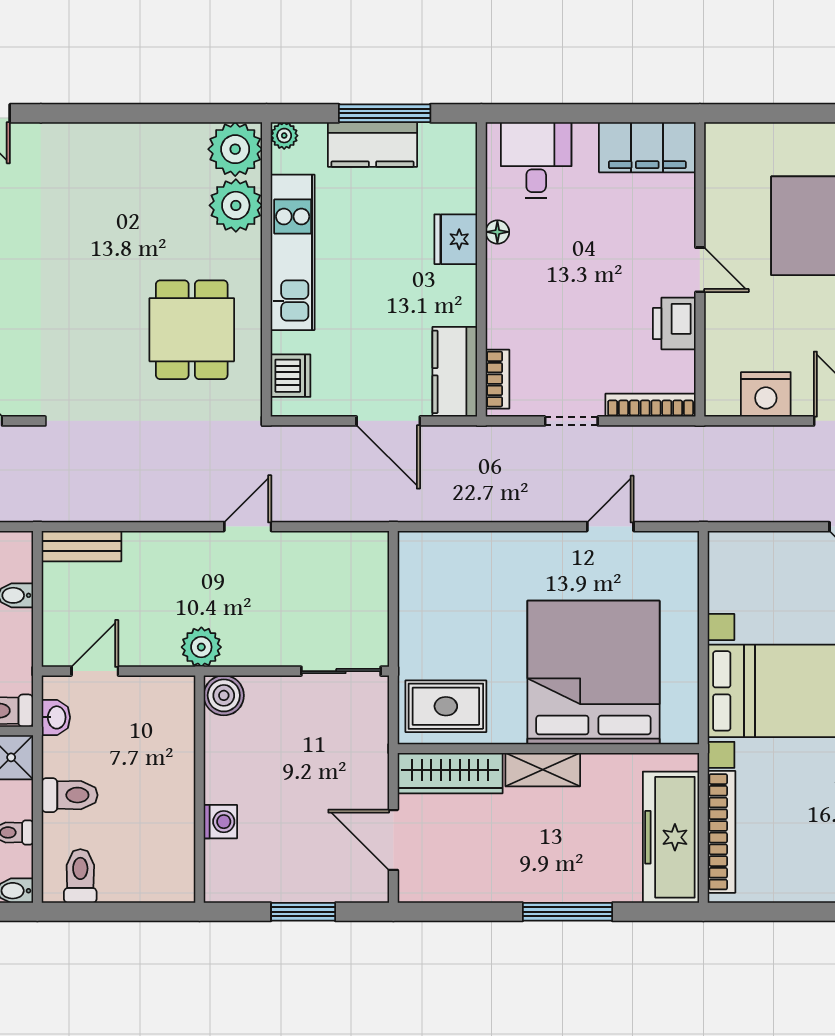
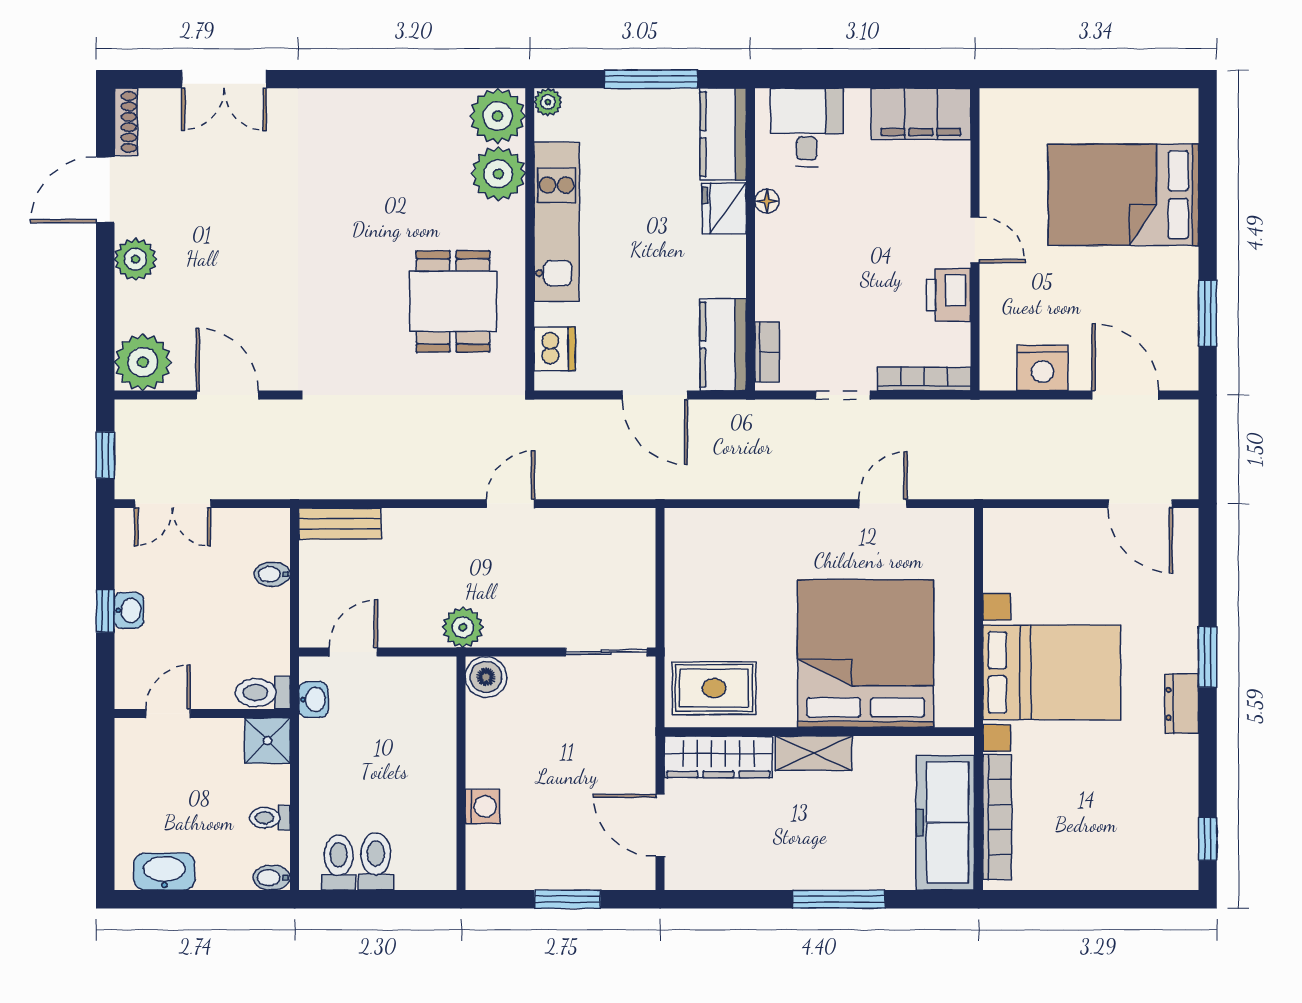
kitchen counter: (372, 144) -> (723, 134), moved, turned 90
toilet: (70, 795) -> (376, 861), moved, turned -90

